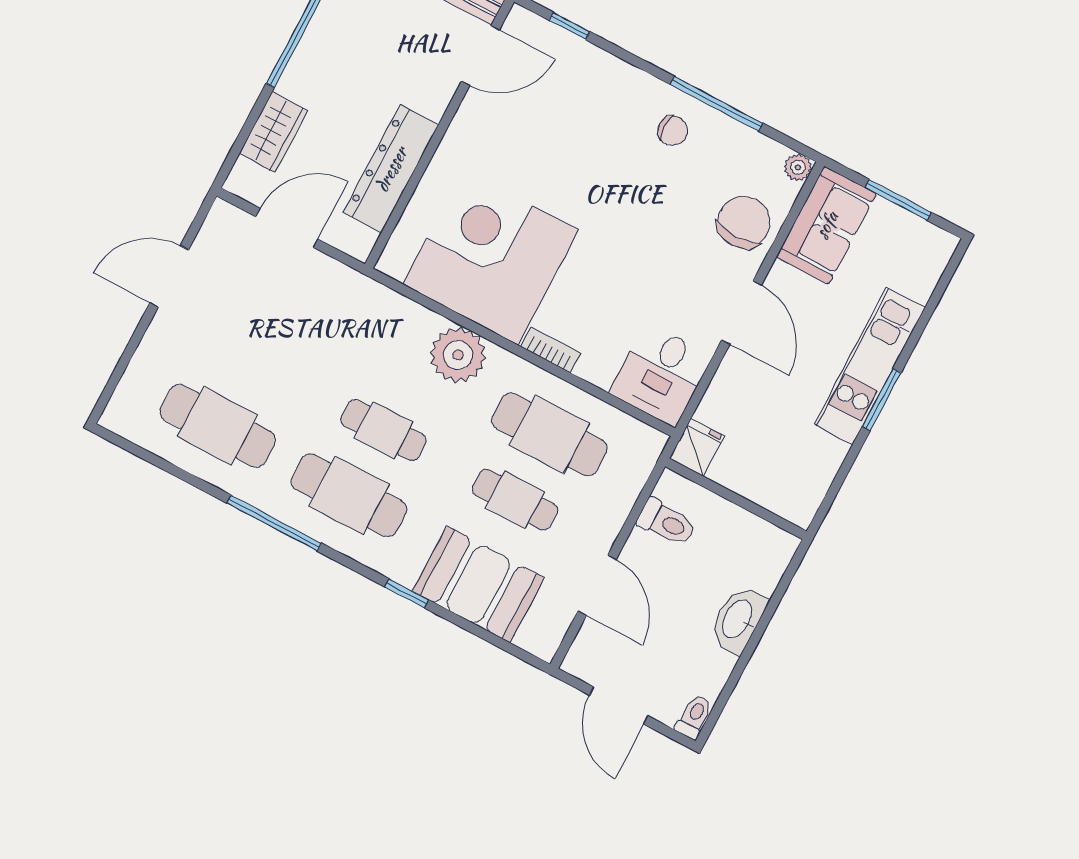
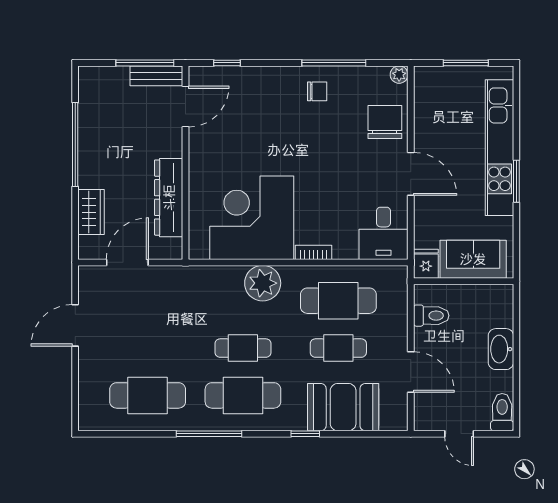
sofa: (826, 225) -> (473, 259), moved, turned -90
kitchen unit: (870, 366) -> (499, 148), width x1.36
door: (619, 706) -> (459, 434), width x0.73
toilet: (694, 717) -> (502, 412), width x1.37, depth x1.39

